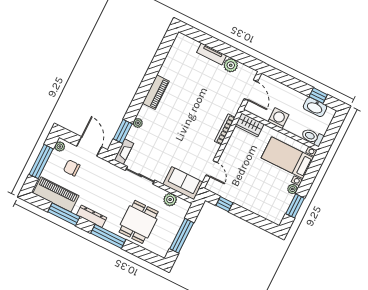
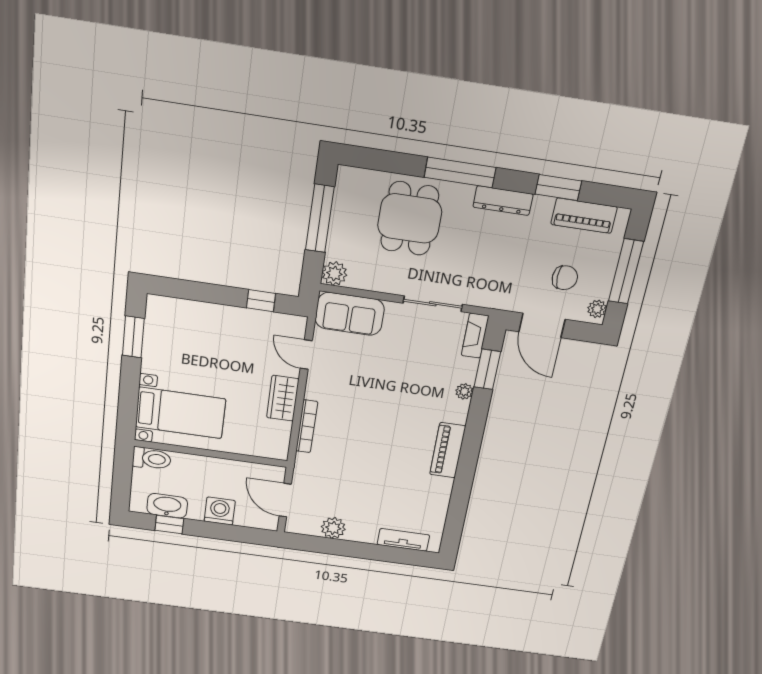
tv unit: (212, 54) -> (403, 540), moved
washing machine: (278, 118) -> (220, 511), moved, turned 180
wardrobe: (250, 125) -> (283, 398), moved, turned -90
plant: (292, 189) -> (150, 364), removed
piano: (56, 194) -> (584, 216), width x0.73, depth x0.75
plant: (170, 200) -> (334, 274), moved
window: (64, 214) -> (558, 187), width x0.69

